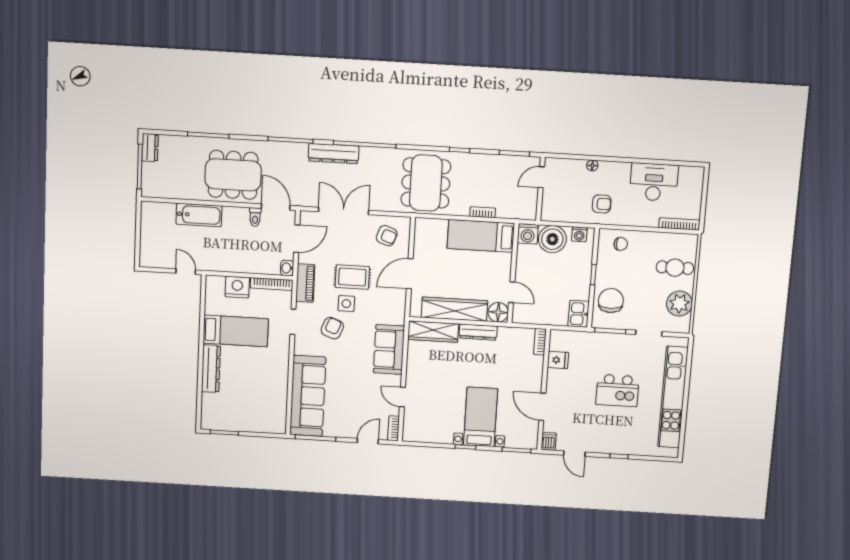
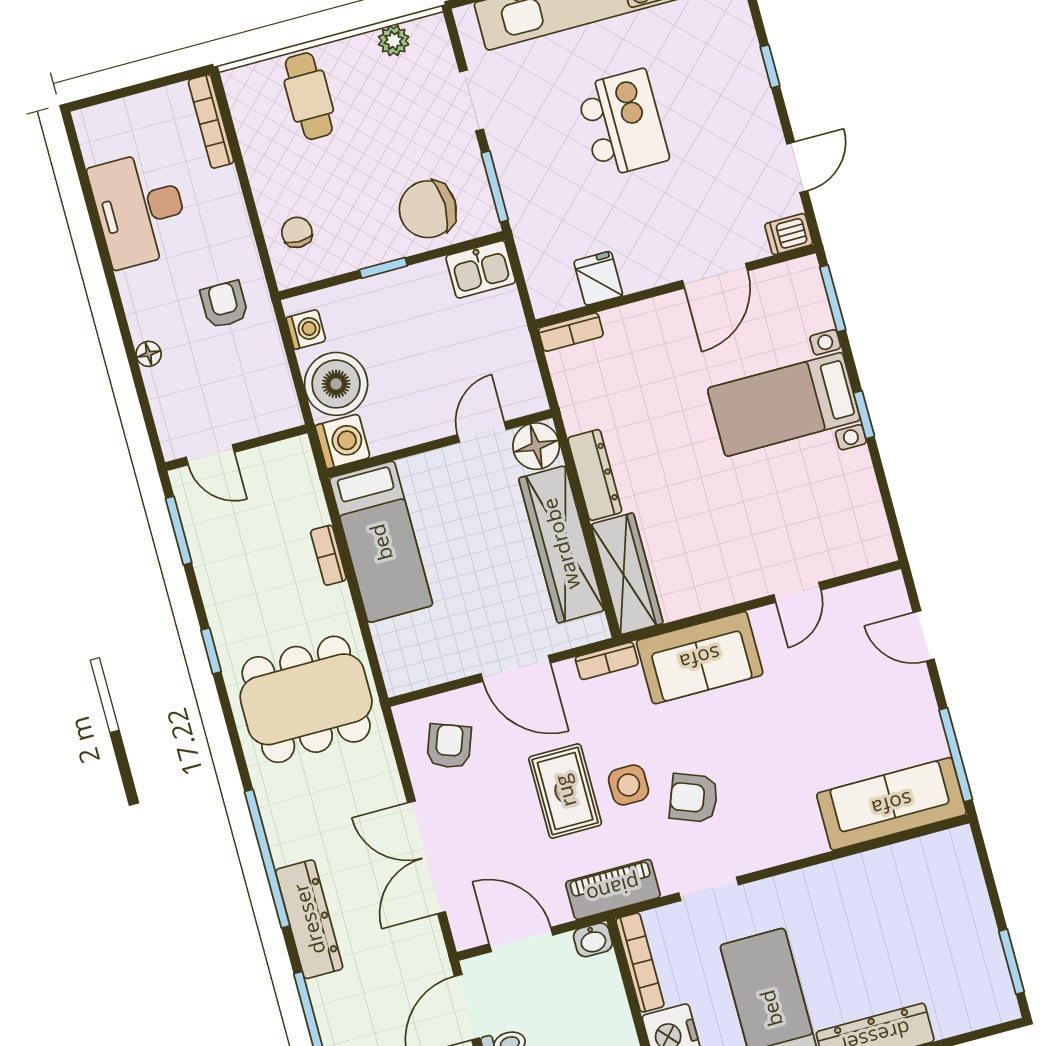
plant: (679, 304) -> (394, 41), width x0.53, depth x0.53
sofa: (308, 396) -> (892, 804), width x0.74, depth x0.79
bookcase: (394, 428) -> (607, 661), moved

